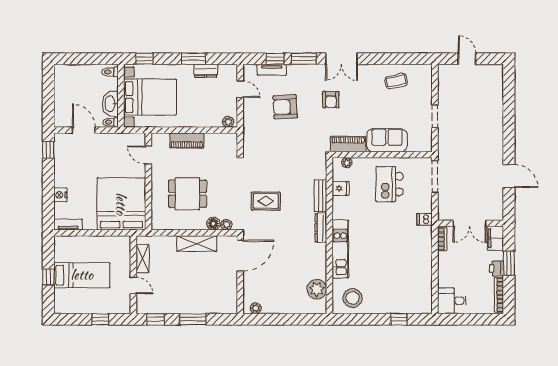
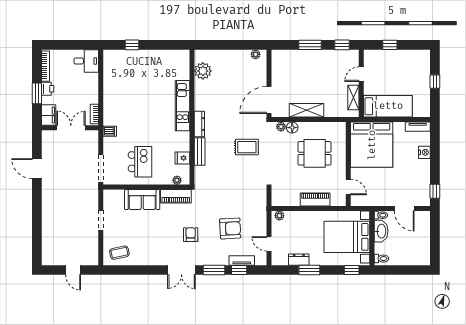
double door: (341, 59) -> (181, 270), swing flipped
coffee table: (396, 81) -> (119, 253), moved
bed: (82, 275) -> (388, 106), moved, turned 180
door: (133, 285) -> (361, 74), hinge flipped
stool: (353, 298) -> (172, 63), removed

